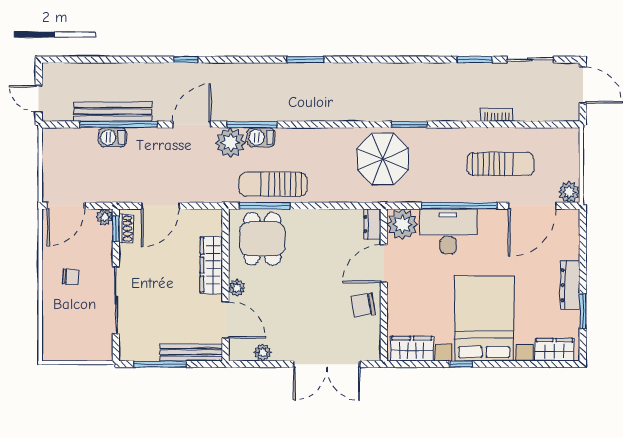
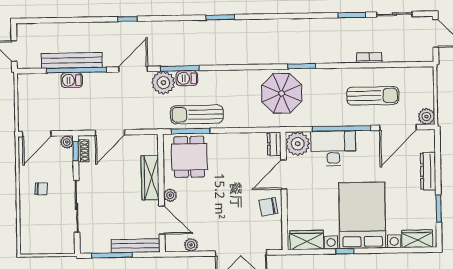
dresser: (570, 285) -> (428, 171), moved

